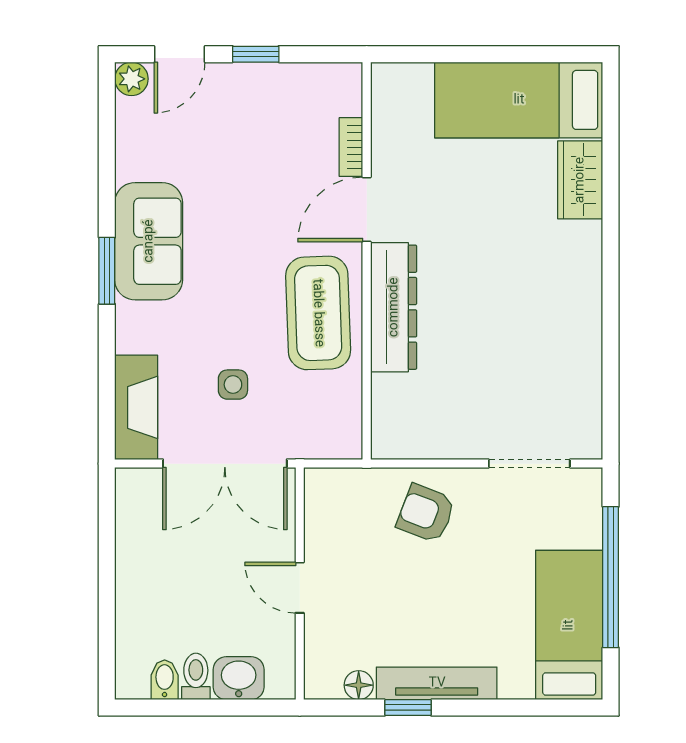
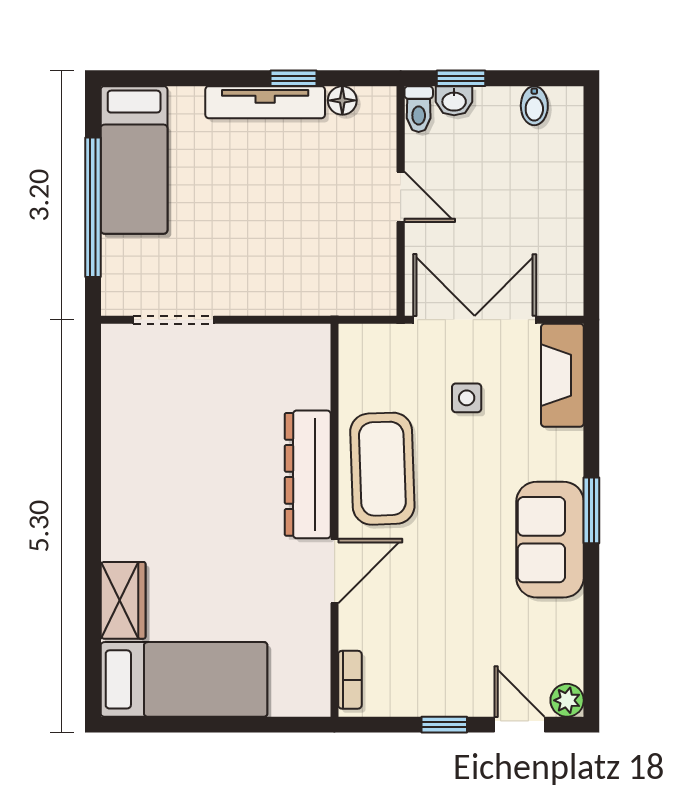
door: (180, 54) -> (520, 725), hinge flipped
bookcase: (351, 147) -> (350, 680), moved
armchair: (426, 513) -> (276, 271), removed
toilet: (196, 676) -> (419, 109), moved
washbasin: (239, 678) -> (454, 101), width x0.72, depth x0.69
window: (239, 708) -> (461, 78), added

